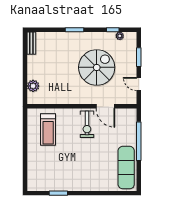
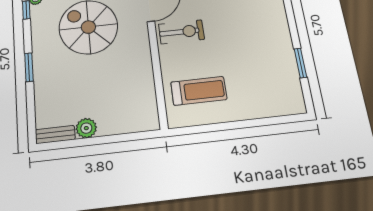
plant: (33, 86) -> (86, 128), moved

